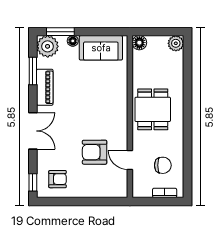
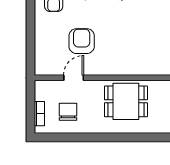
chair: (163, 165) -> (68, 112), turned 180

